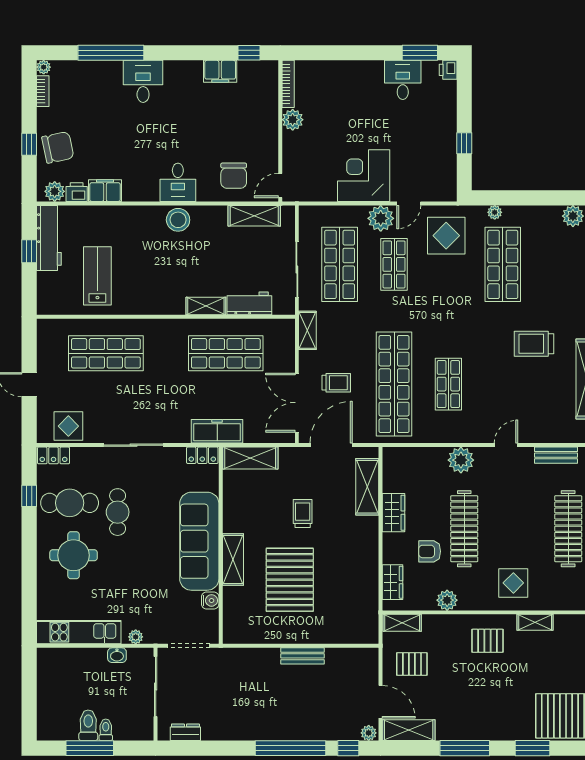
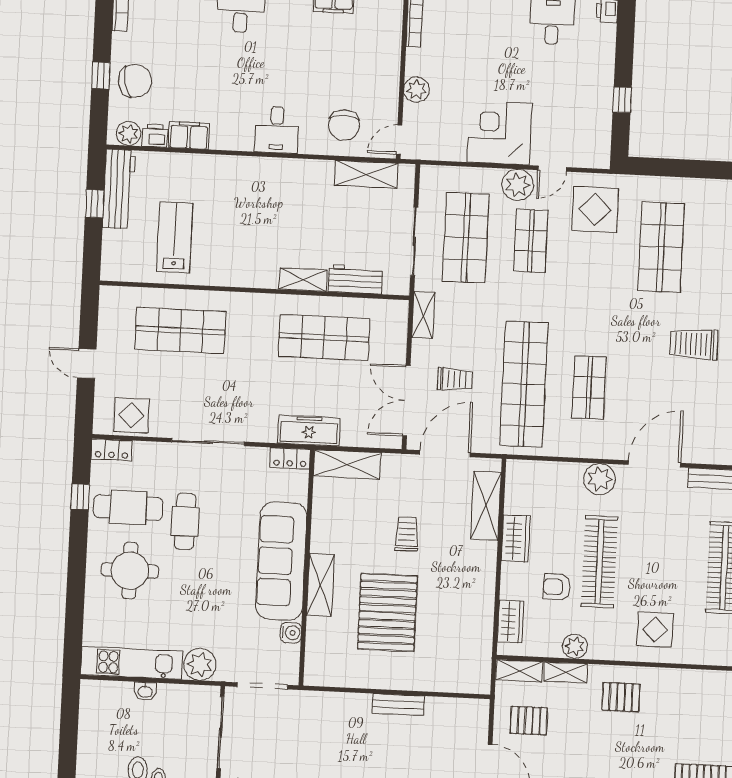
plant: (293, 120) -> (416, 90), moved
plant: (495, 212) -> (655, 184), removed
stool: (178, 220) -> (275, 175), removed
door: (506, 445) -> (654, 464), width x1.88
shelving: (535, 622) -> (566, 672), moved
plant: (136, 637) -> (200, 664), width x1.87, depth x1.87
washbasin: (117, 655) -> (145, 691), moved

